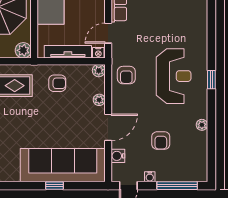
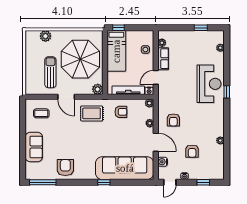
armchair: (126, 75) -> (173, 120), moved
reception desk: (174, 76) -> (209, 84), moved
window: (211, 80) -> (227, 92), moved
door: (108, 127) -> (156, 142), hinge flipped
window: (54, 186) -> (104, 182), moved
window: (177, 186) -> (203, 182), width x0.46

